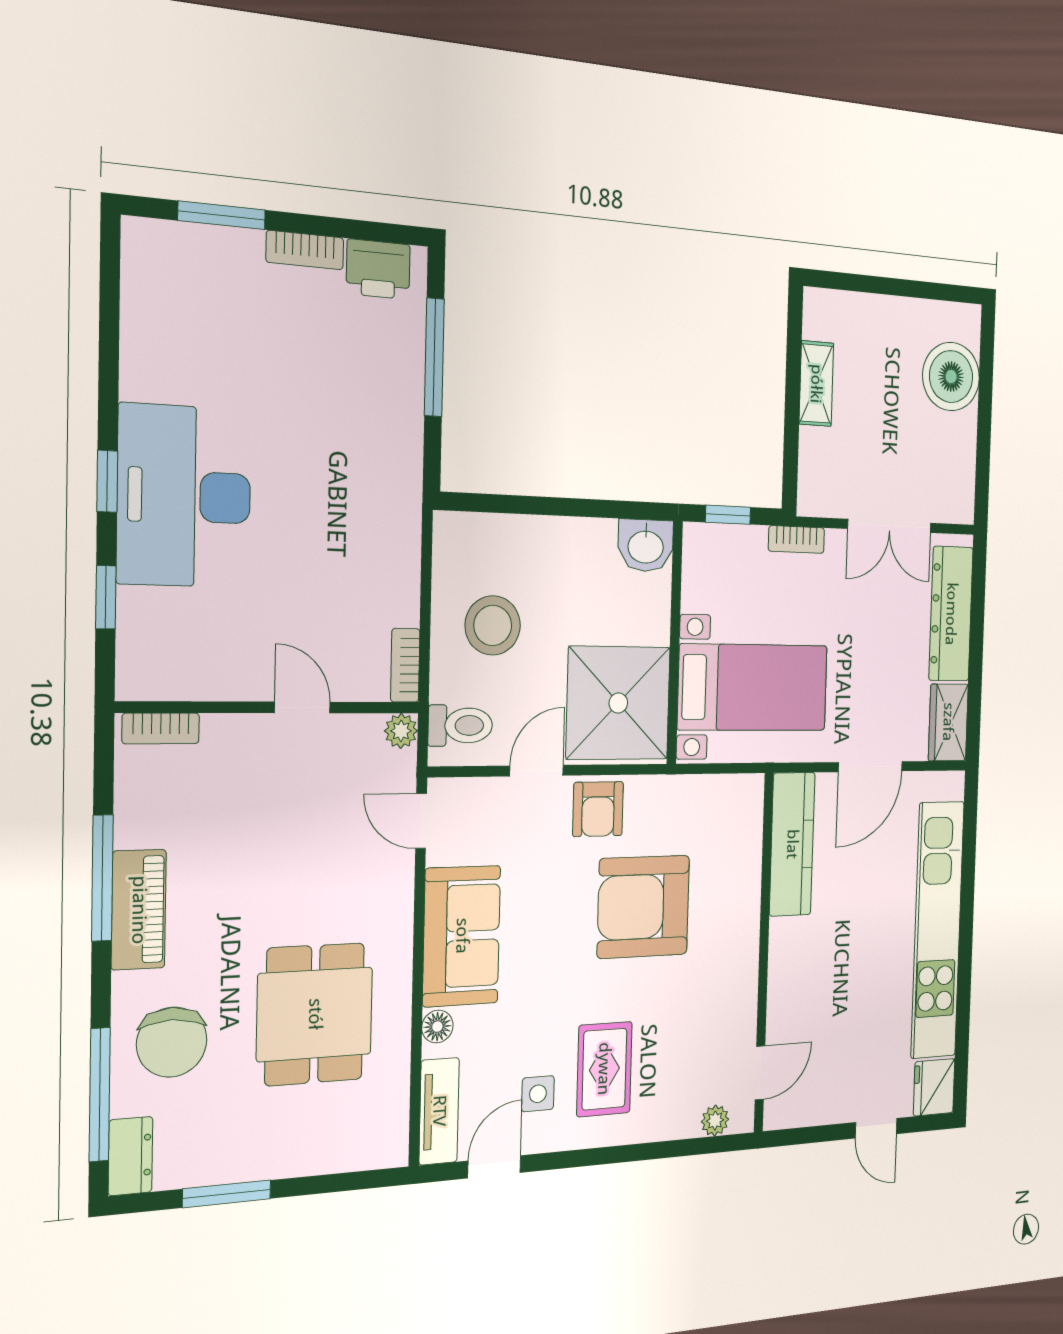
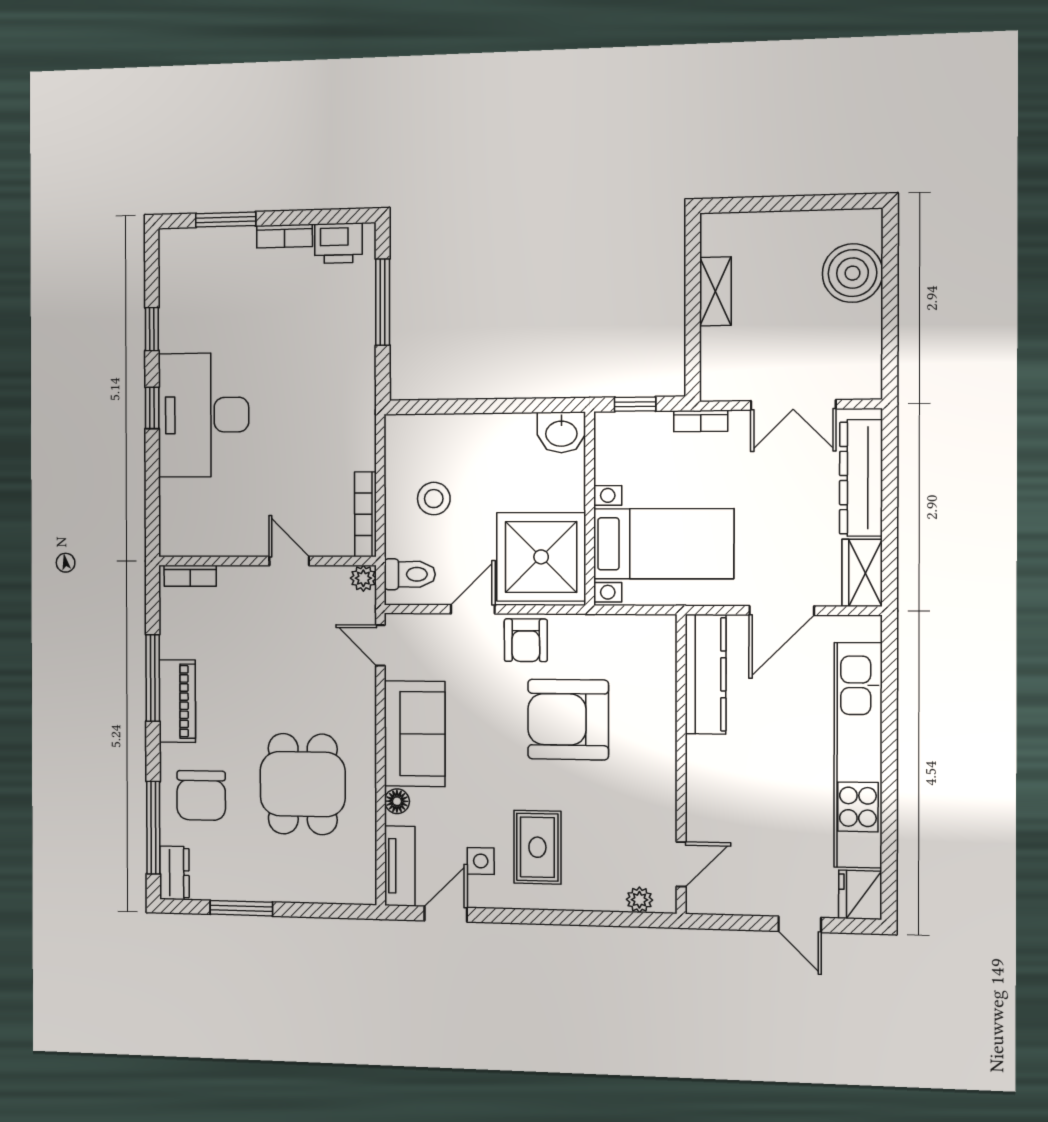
window: (106, 597) -> (152, 329), moved
stool: (493, 625) -> (434, 499), width x0.73, depth x0.73
bookcase: (405, 665) -> (365, 514), width x1.56

